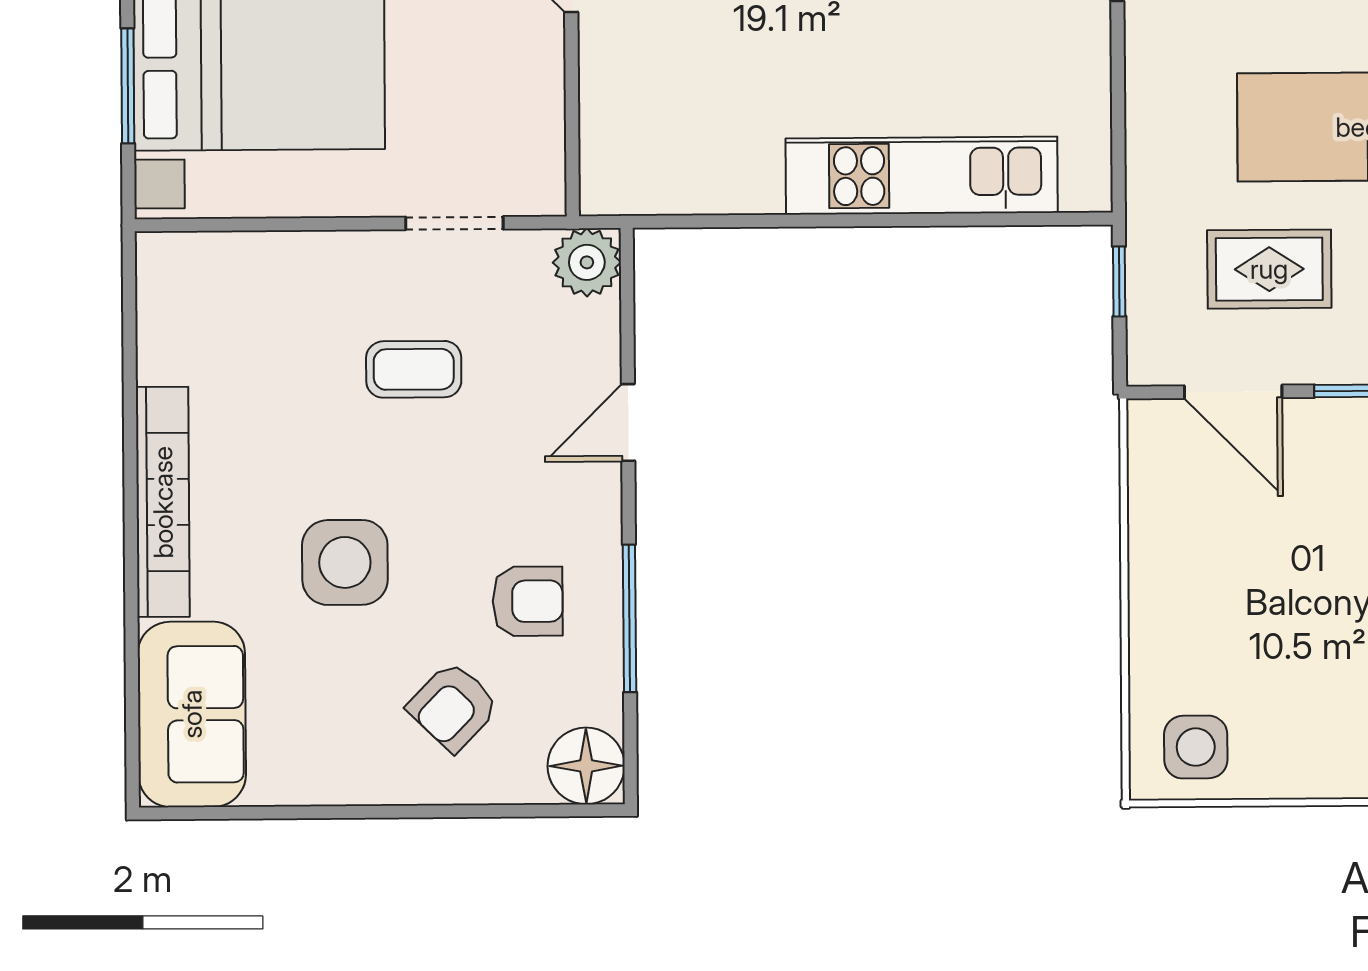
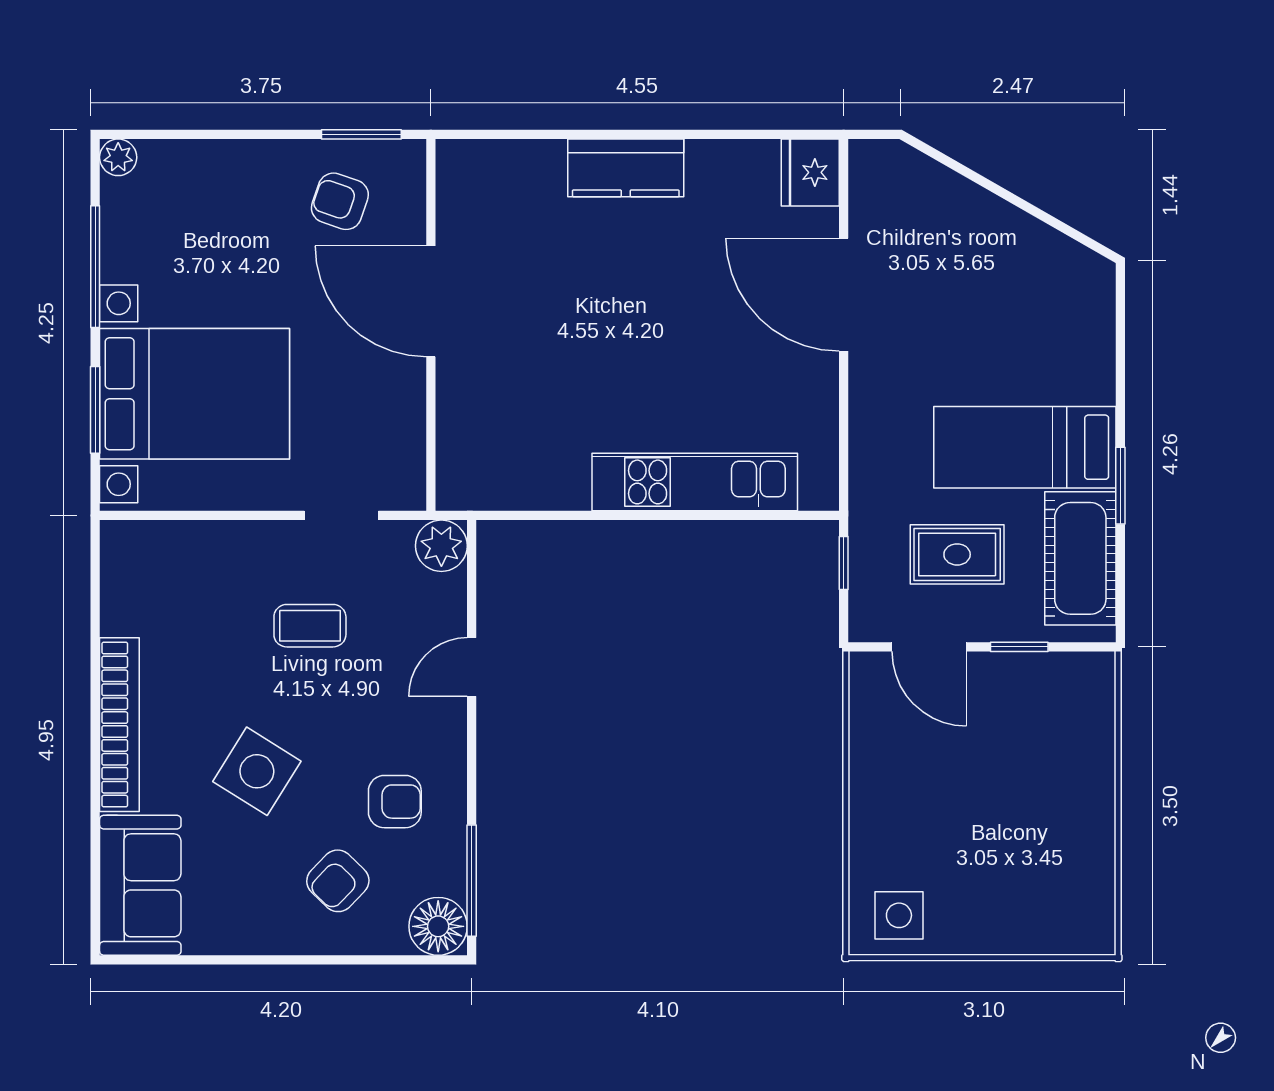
side table: (345, 562) -> (257, 771), turned 32
window: (629, 618) -> (472, 881), moved

